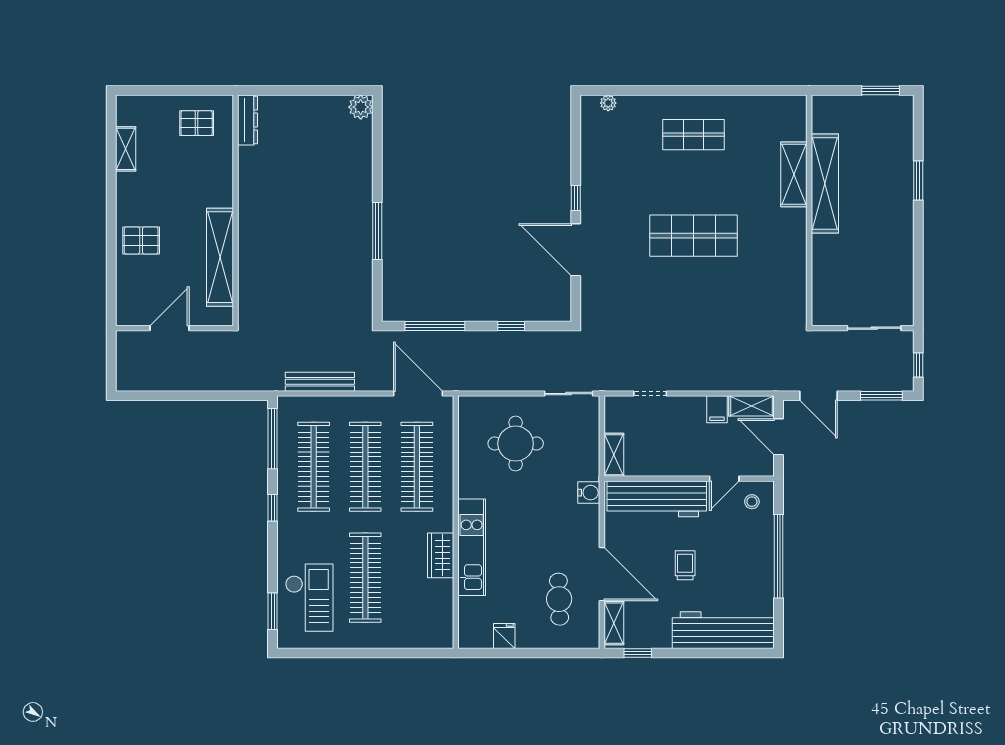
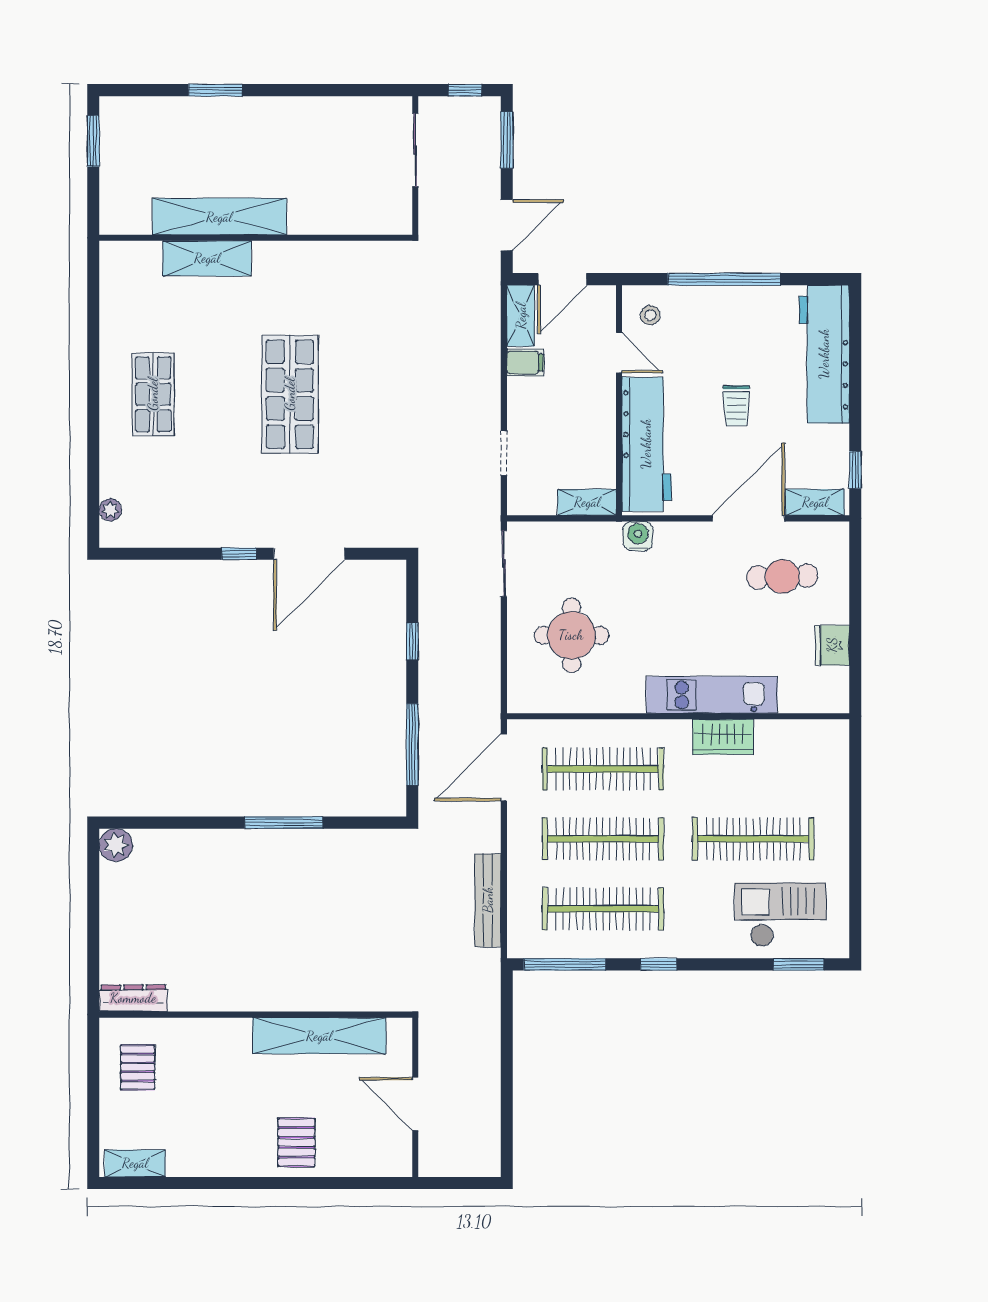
shelving: (126, 149) -> (135, 1163), moved
trolley: (685, 565) -> (736, 406), turned -90
fridge: (504, 636) -> (832, 645), width x1.38

